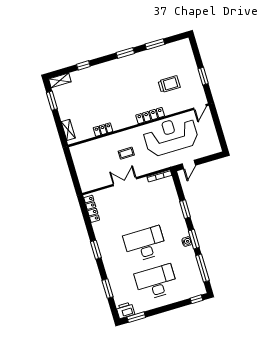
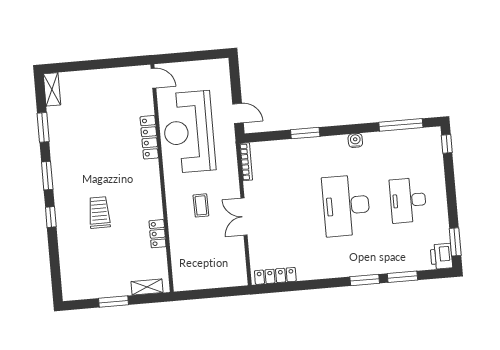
window: (83, 65) -> (51, 217), moved
window: (203, 76) -> (107, 64), removed
shelving: (60, 80) -> (52, 89), moved
trolley: (169, 84) -> (99, 212), moved
window: (52, 101) -> (114, 302), moved
locker: (150, 116) -> (149, 137), moved
window: (194, 239) -> (354, 129), removed
window: (96, 250) -> (365, 280), moved
desk: (156, 282) -> (408, 200), width x0.73, depth x0.77

